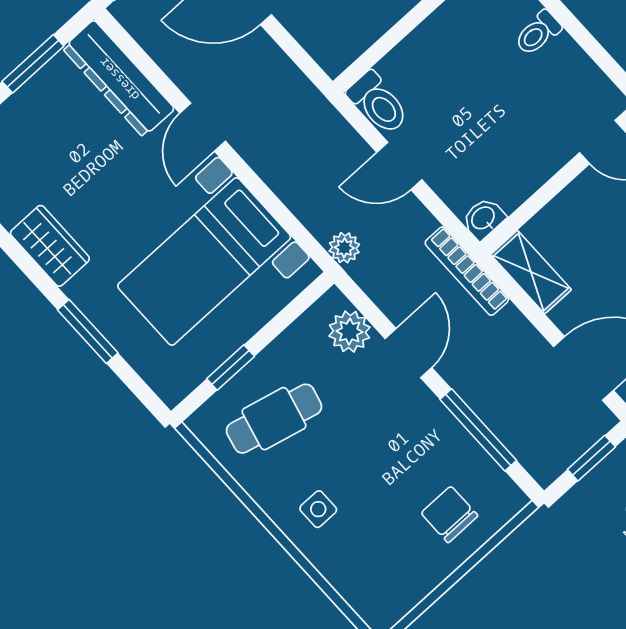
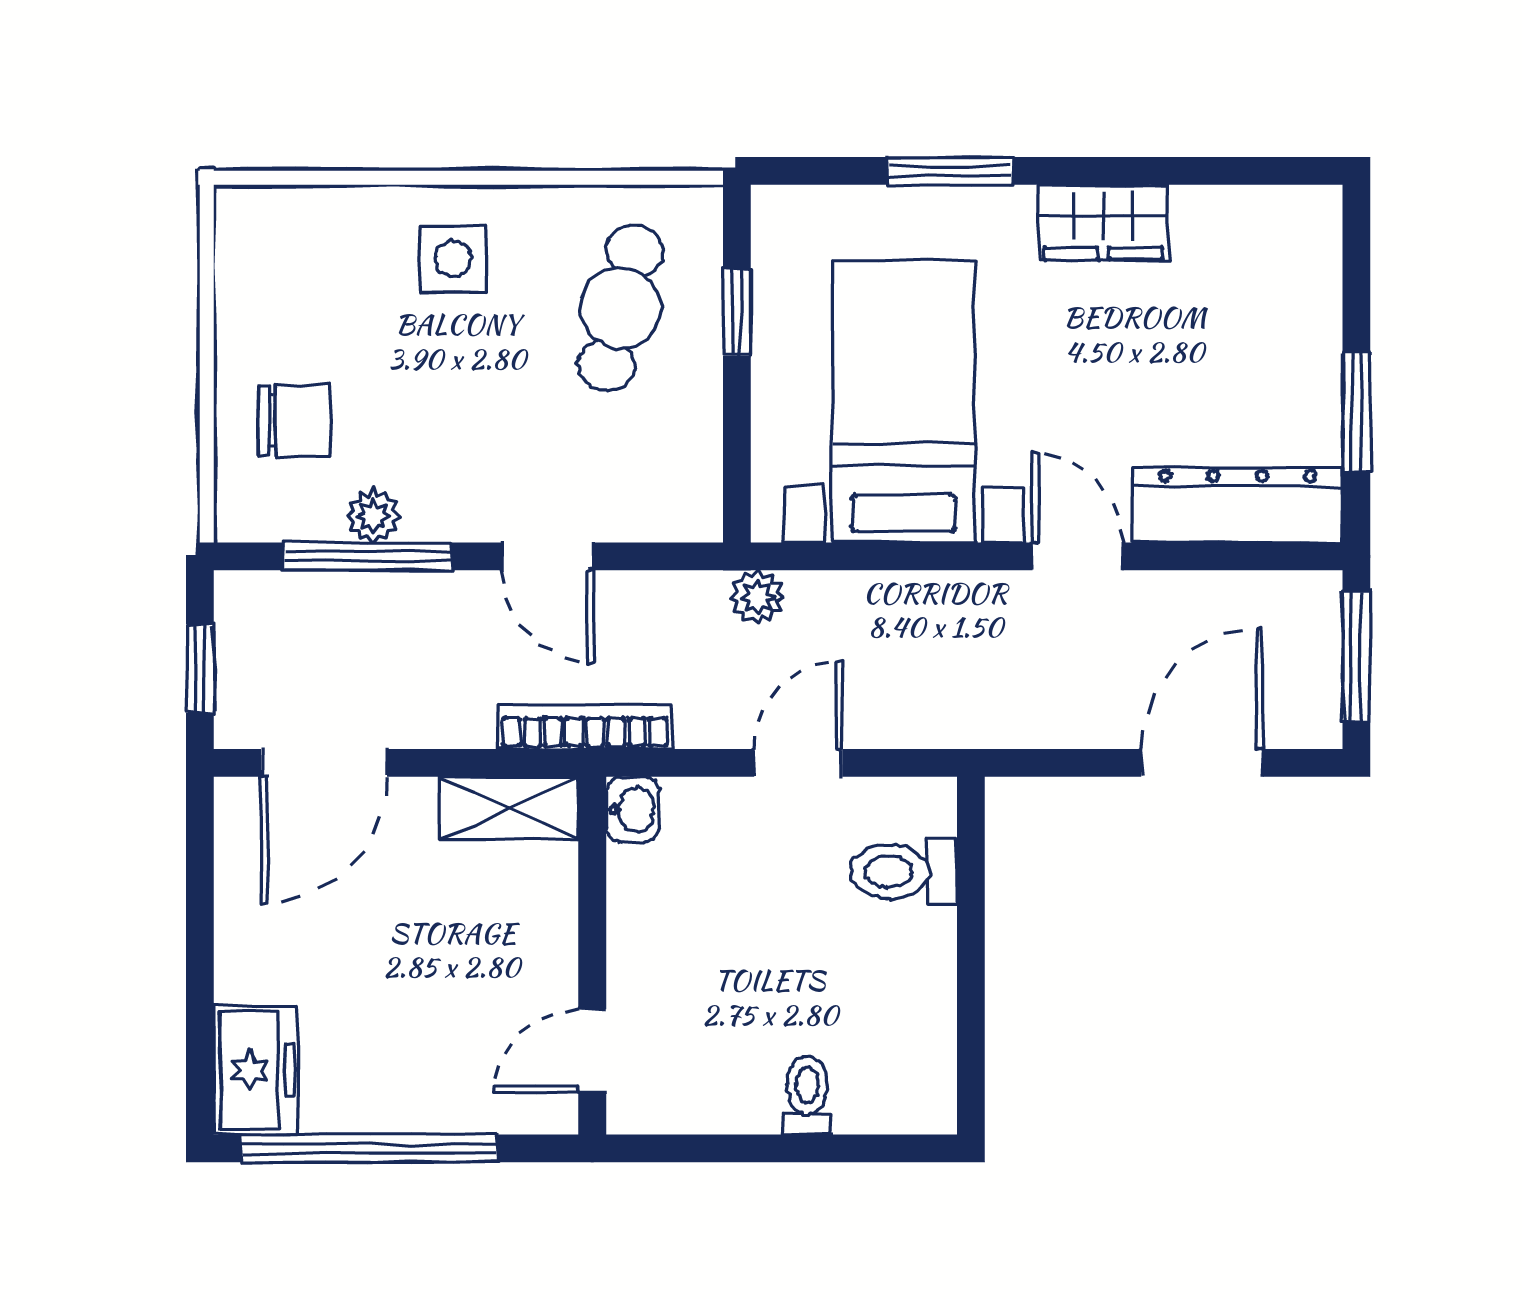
toilet: (378, 103) -> (904, 871), moved
plant: (349, 332) -> (373, 516), moved, width x0.73, depth x0.73
side table: (318, 509) -> (453, 259), width x1.37, depth x1.37

